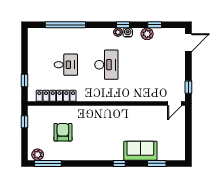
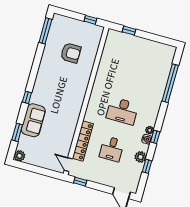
desk: (66, 65) -> (112, 149), moved
locker: (56, 96) -> (83, 141), moved
plant: (38, 155) -> (20, 156), moved

